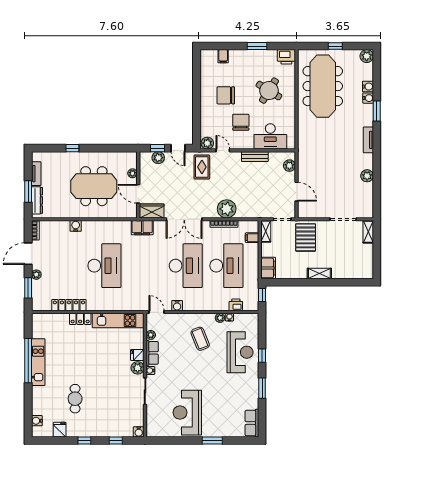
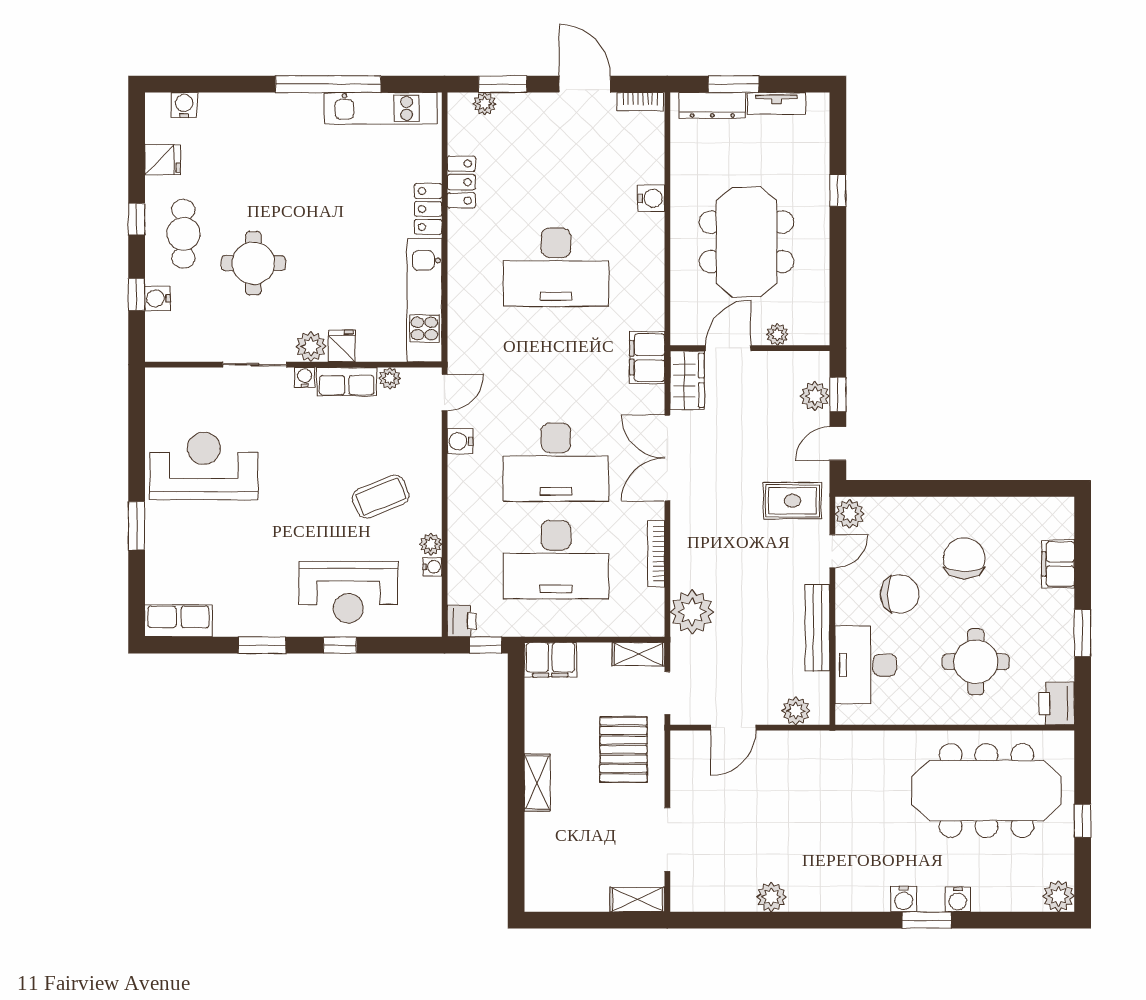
filing cabinet: (223, 56) -> (1058, 564), width x2.00
water cooler: (368, 87) -> (904, 899), moved
round table: (269, 91) -> (976, 662), turned -32
tv unit: (368, 140) -> (857, 900), removed
bench: (255, 157) -> (817, 628), width x1.36
plant: (227, 209) -> (692, 612), moved
pallet: (306, 237) -> (624, 749), turned 90
filing cabinet: (252, 238) -> (623, 621), removed
plant: (36, 275) -> (485, 104), moved
locker: (69, 305) -> (461, 182), width x0.66
printer: (236, 305) -> (462, 621), moved
kitchen unit: (38, 362) -> (381, 108), moved
round table: (103, 392) -> (253, 263), added
cafe table: (75, 399) -> (183, 234), moved, turned 90
water cooler: (139, 432) -> (157, 298), moved

